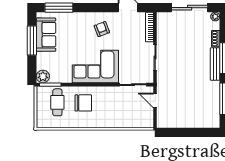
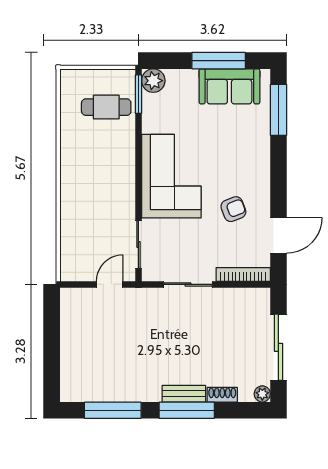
armchair: (102, 29) -> (233, 209), moved
bench: (215, 64) -> (184, 394), width x0.73
chair: (83, 103) -> (105, 154), removed

